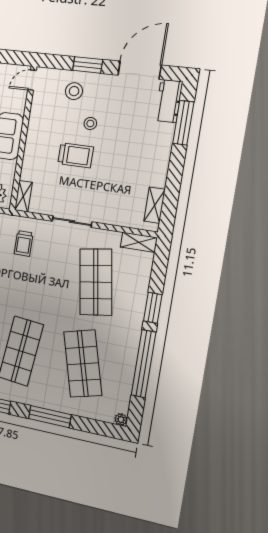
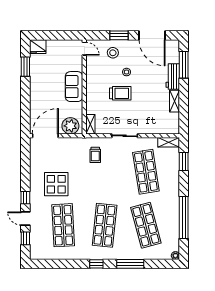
door: (140, 70) -> (152, 35), swing flipped
door: (32, 80) -> (84, 49), swing flipped
workbench: (169, 101) -> (173, 76), moved
shelving: (155, 205) -> (175, 101), moved
window: (153, 308) -> (184, 162), moved

